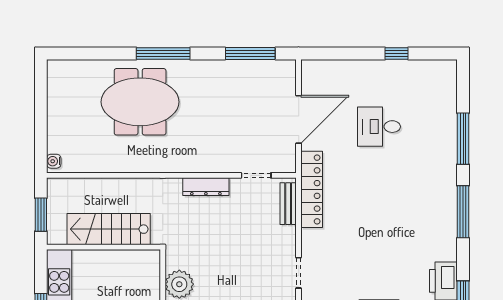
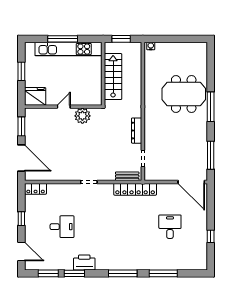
meeting table: (140, 102) -> (184, 94), turned 90
door: (299, 119) -> (191, 182), moved

